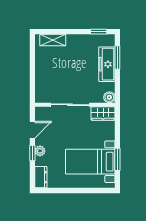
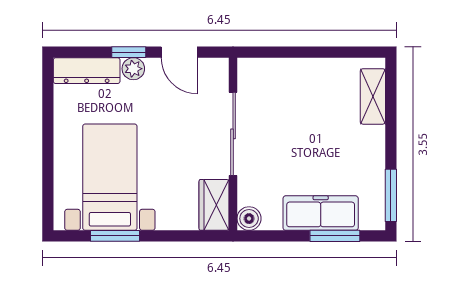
window: (99, 32) -> (391, 195), width x1.50
dresser: (41, 177) -> (87, 71), width x1.44

